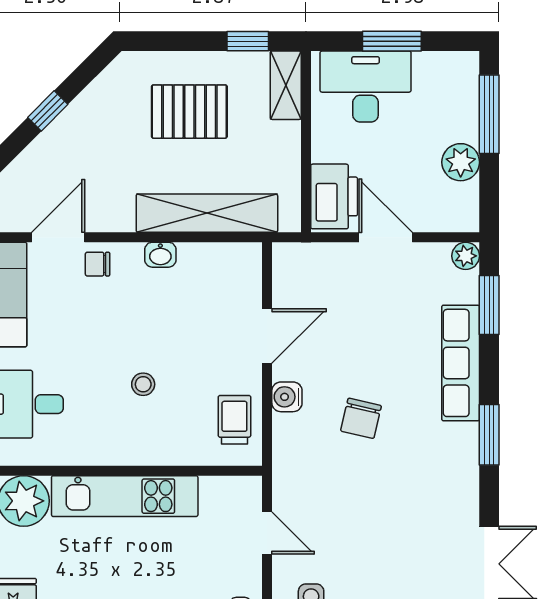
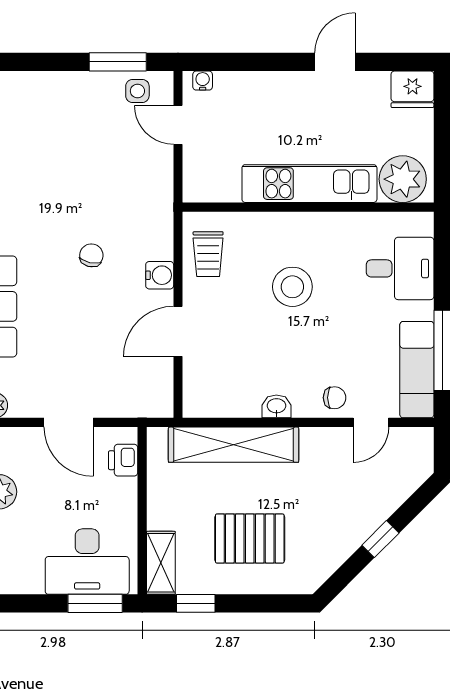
window: (392, 41) -> (95, 603), moved
printer: (334, 196) -> (123, 460), width x0.53, depth x0.68
door: (58, 237) -> (371, 422), width x0.73
stool: (143, 384) -> (292, 287), width x1.89, depth x1.89
chair: (361, 418) -> (91, 255), width x0.73, depth x0.73
door: (267, 533) -> (178, 125), moved

